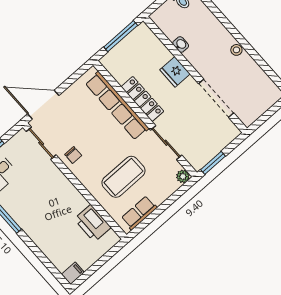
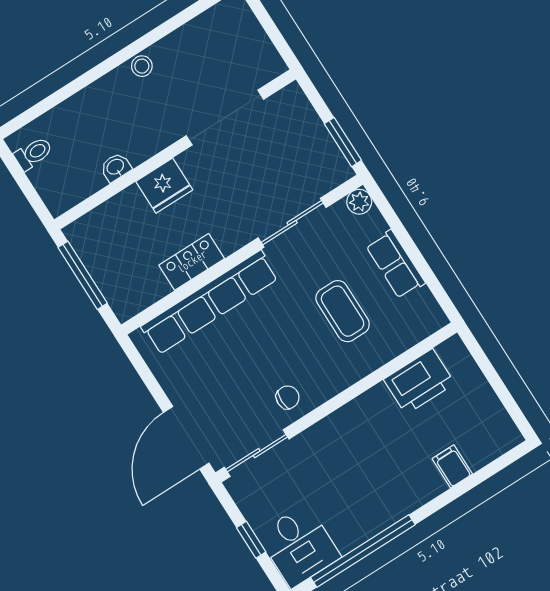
locker: (142, 99) -> (192, 262), width x0.66
coffee table: (123, 177) -> (343, 311), width x0.73, depth x0.76
row of seats: (139, 213) -> (395, 264), moved
filing cabinet: (73, 273) -> (452, 466), moved

